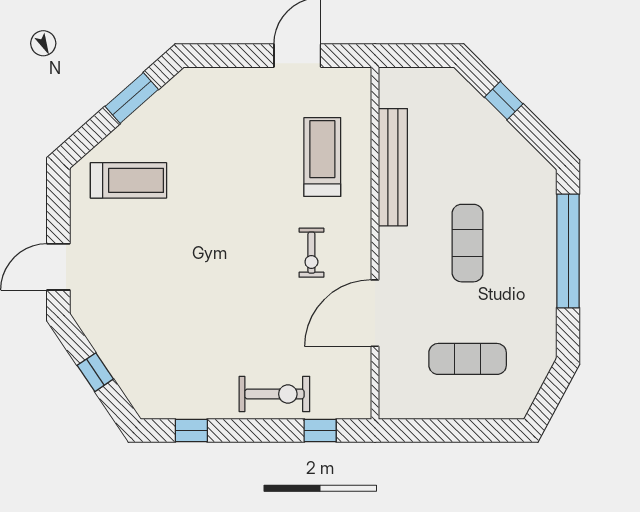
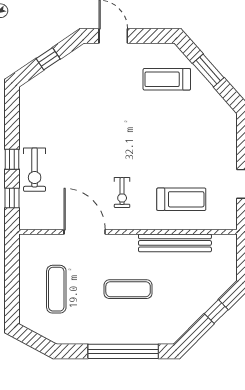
window: (132, 98) -> (208, 71), moved
treadmill: (128, 180) -> (167, 79), turned 90
exercise bike: (311, 253) -> (122, 193), turned -90
window: (191, 430) -> (12, 159), moved

